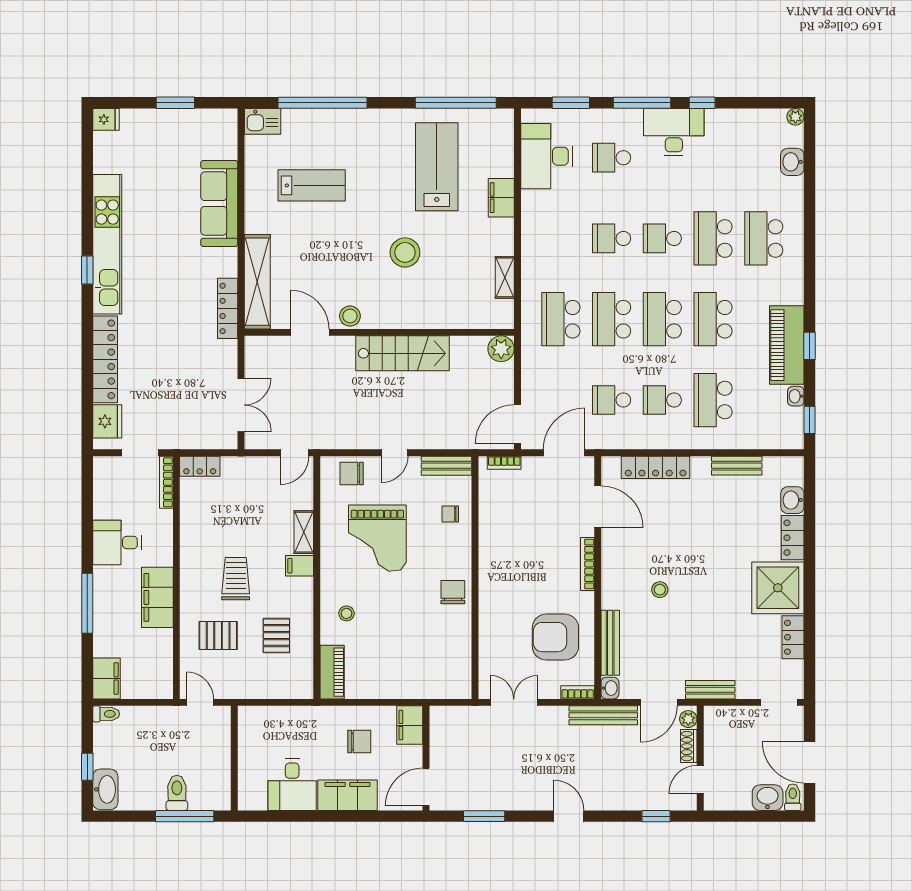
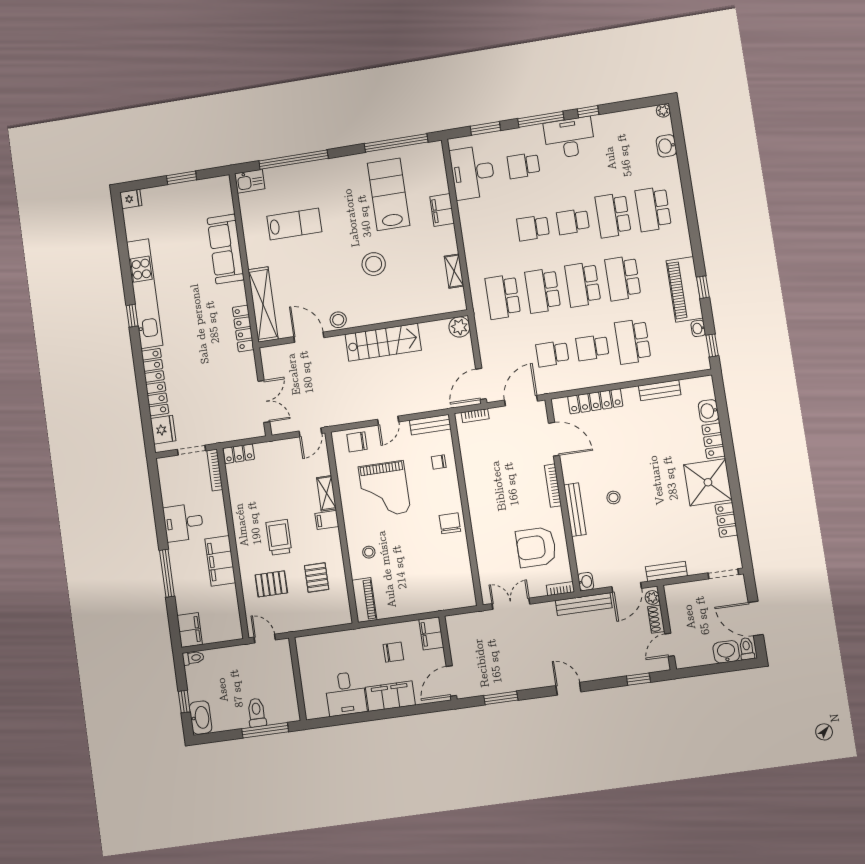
bench: (610, 643) -> (575, 510), moved

